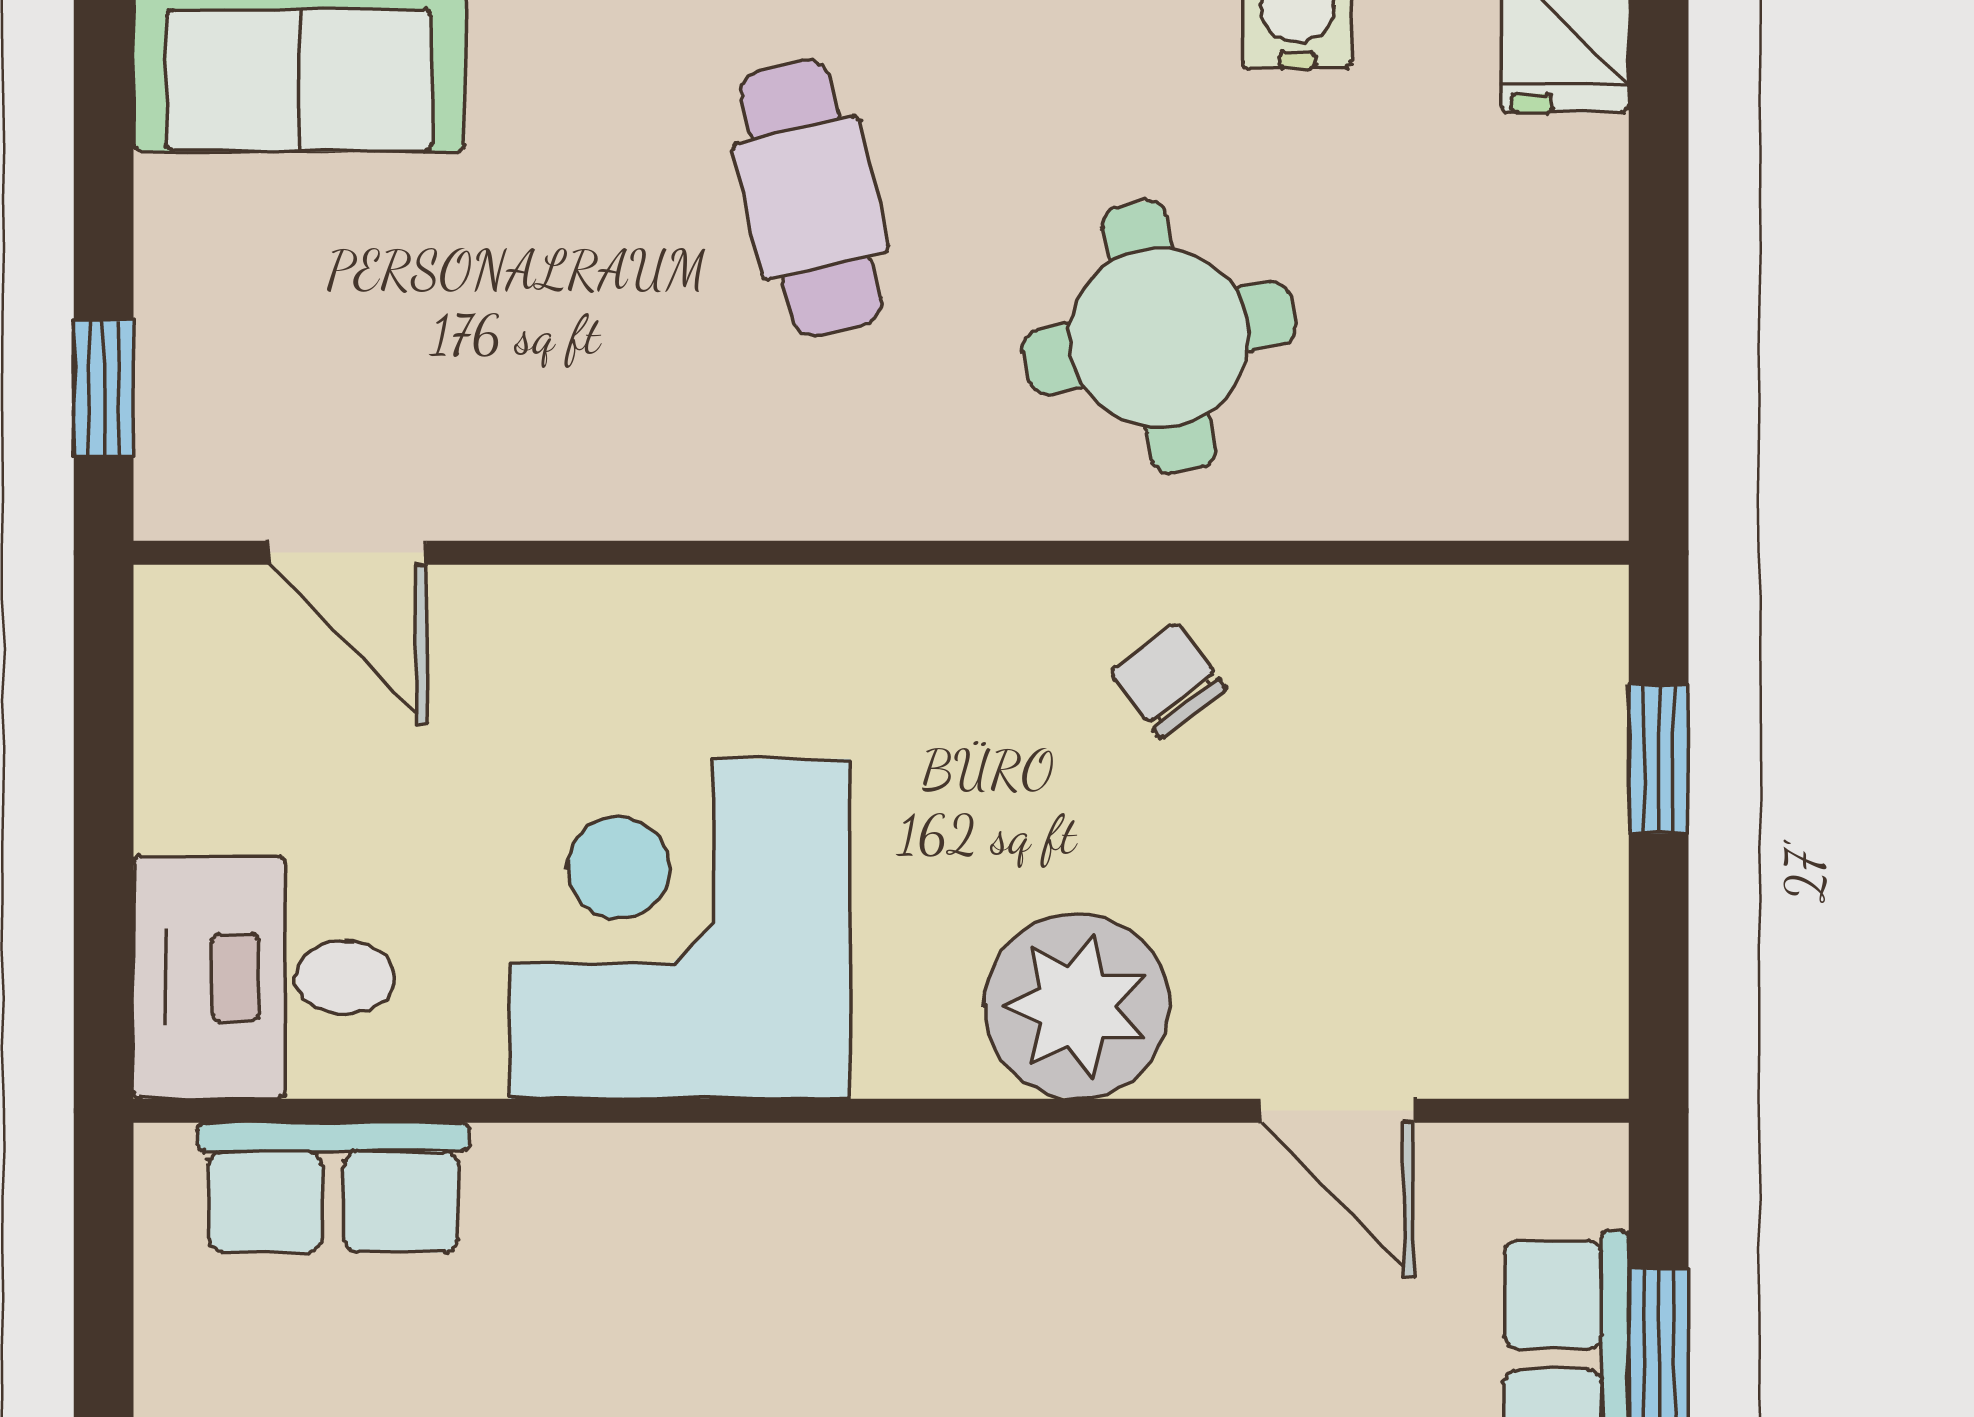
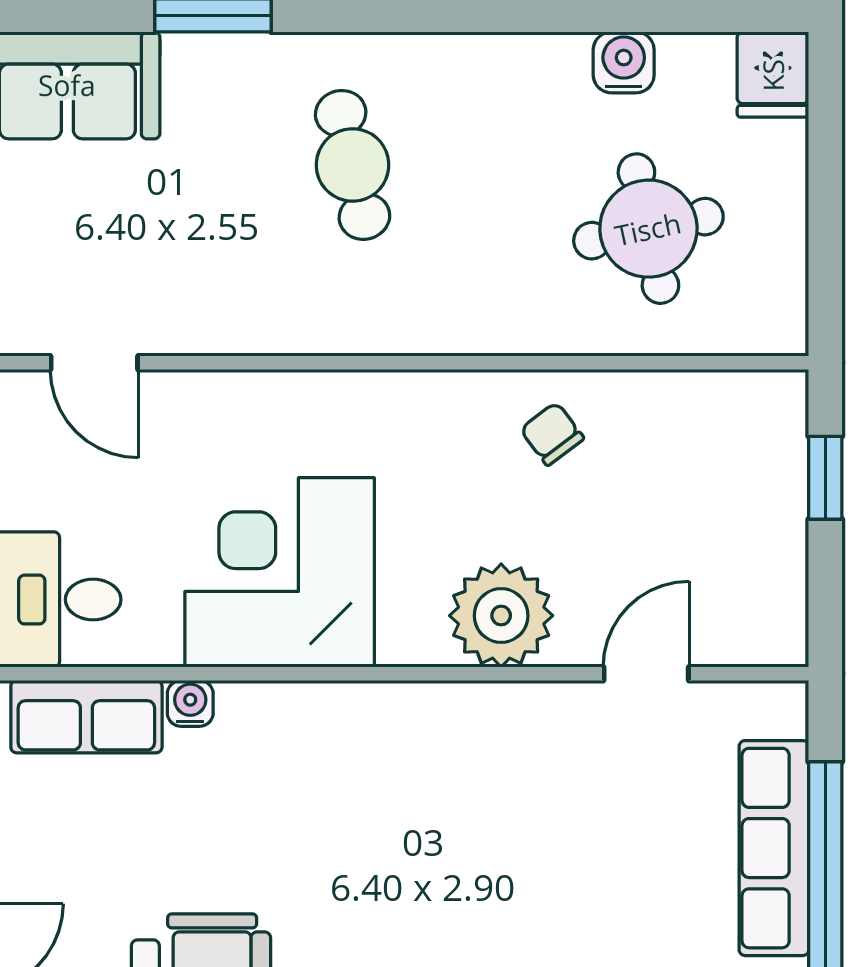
round table: (1159, 338) -> (648, 229), moved
door: (1337, 1111) -> (646, 674), swing flipped
water cooler: (520, 1164) -> (190, 703), added

